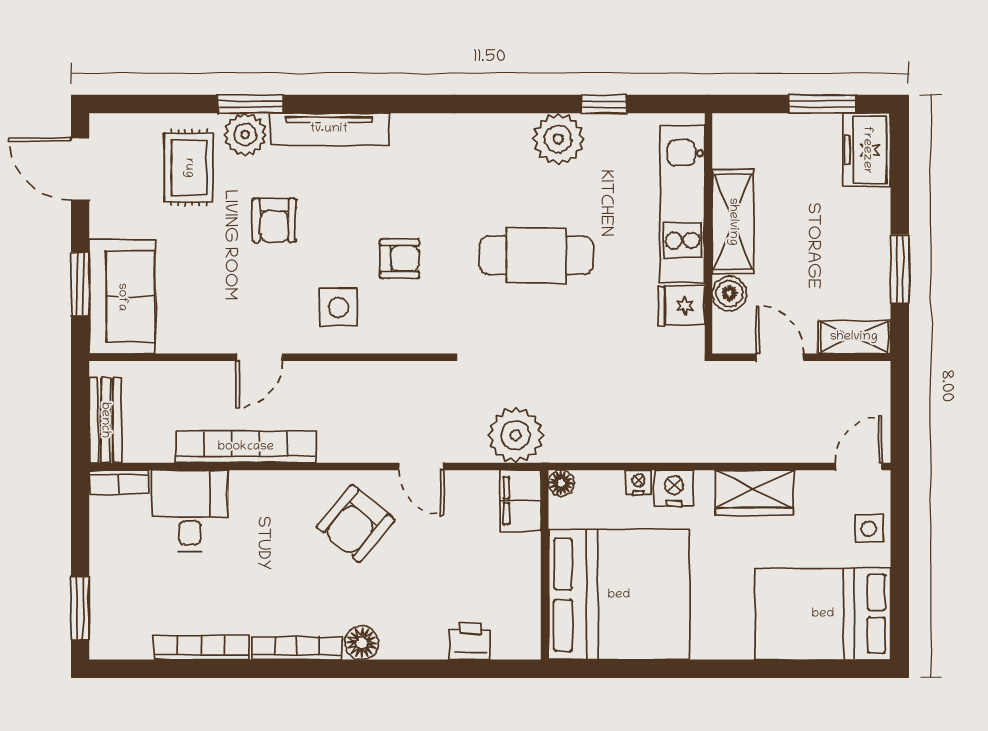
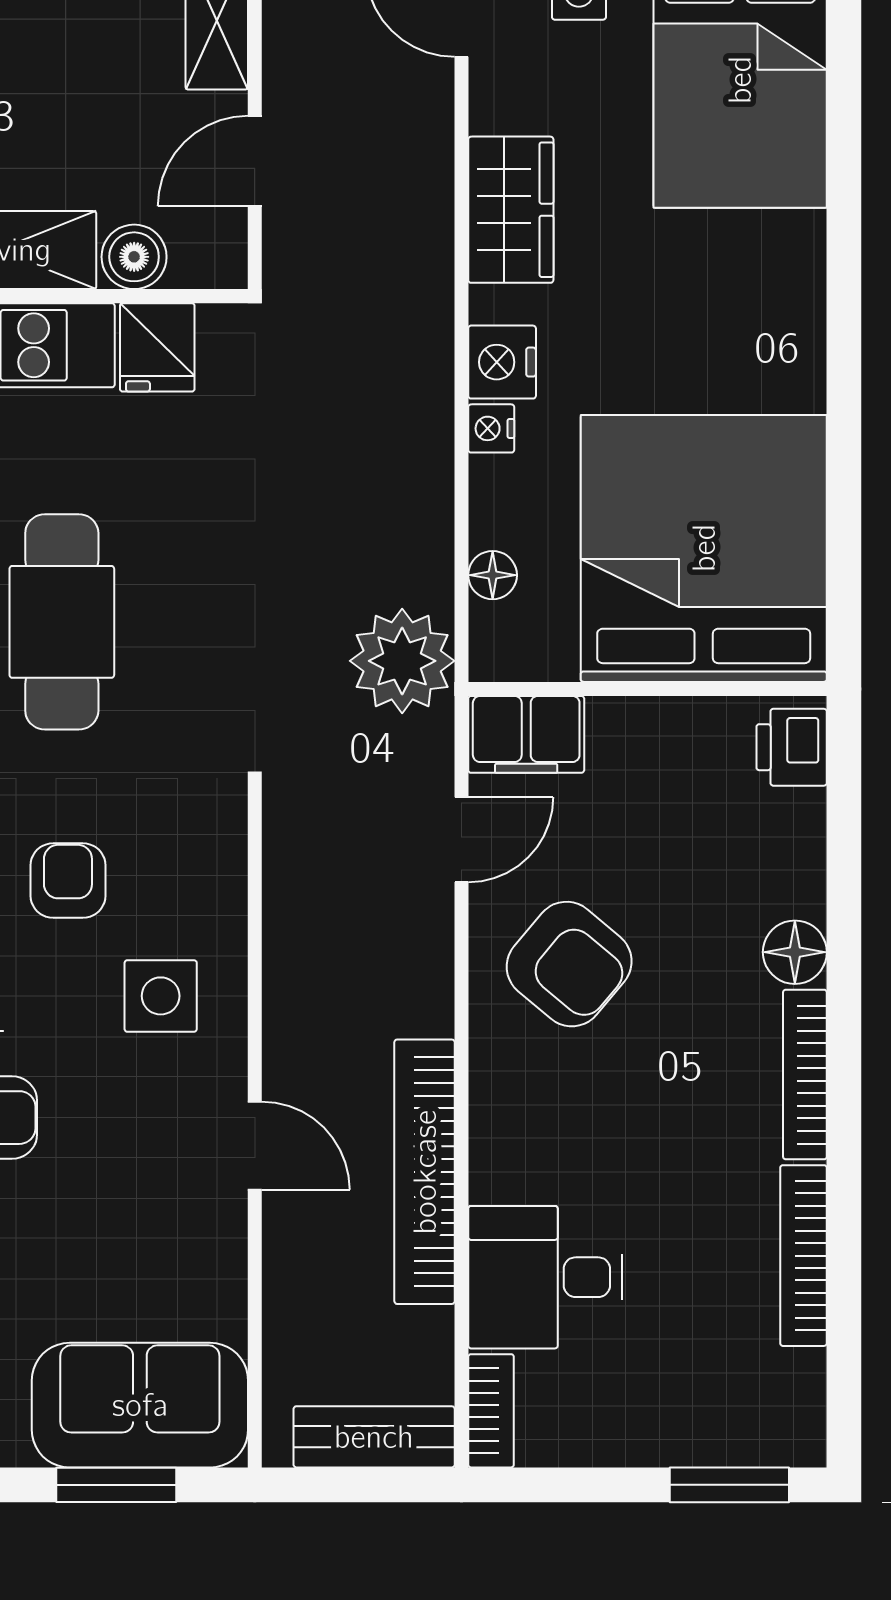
filing cabinet: (521, 501) -> (526, 734), moved
wall: (545, 565) -> (648, 689), moved
bed: (619, 595) -> (704, 548), moved

